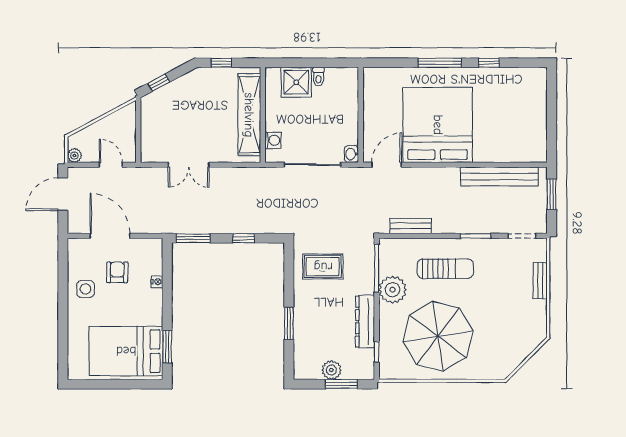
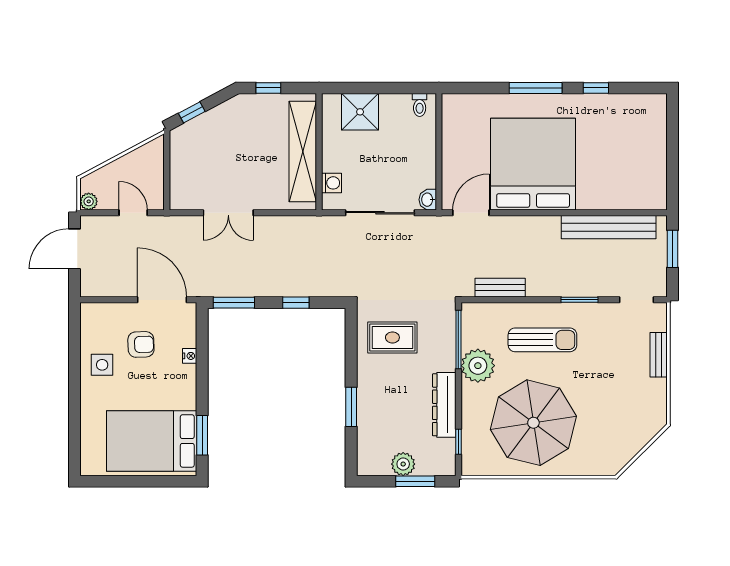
toilet: (318, 77) -> (420, 105), moved
door: (110, 236) -> (162, 300), moved
armchair: (117, 272) -> (141, 344), turned 88

